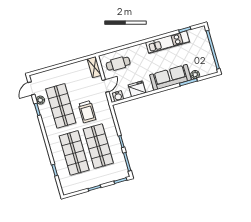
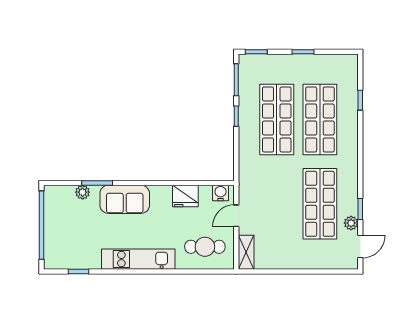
kitchen unit: (168, 42) -> (138, 259), moved
sofa: (170, 77) -> (125, 199), width x0.73
trolley: (87, 112) -> (279, 182), removed

